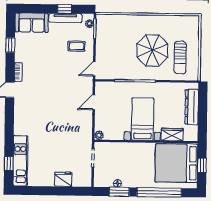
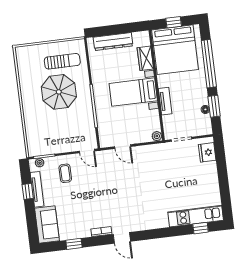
tv unit: (130, 147) -> (165, 101), added
fridge: (63, 179) -> (207, 152), moved

